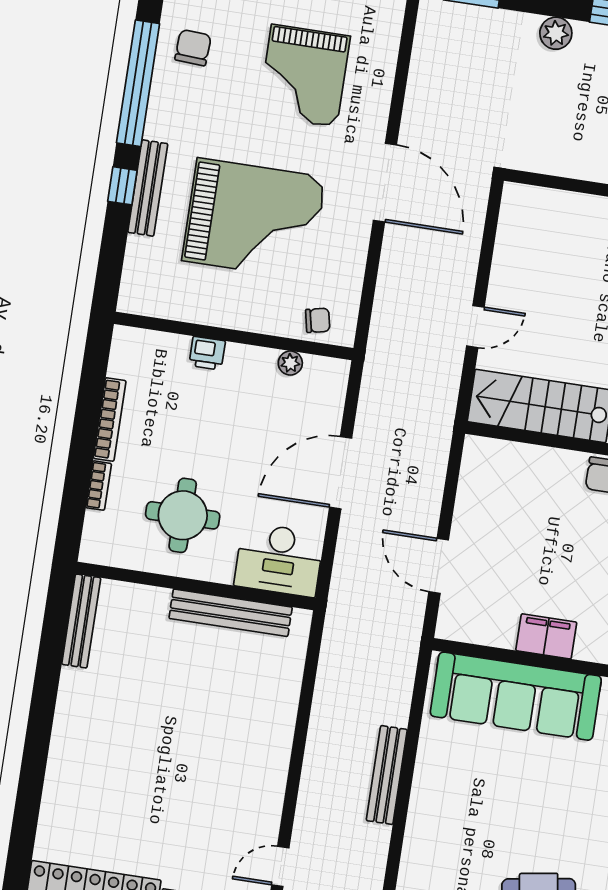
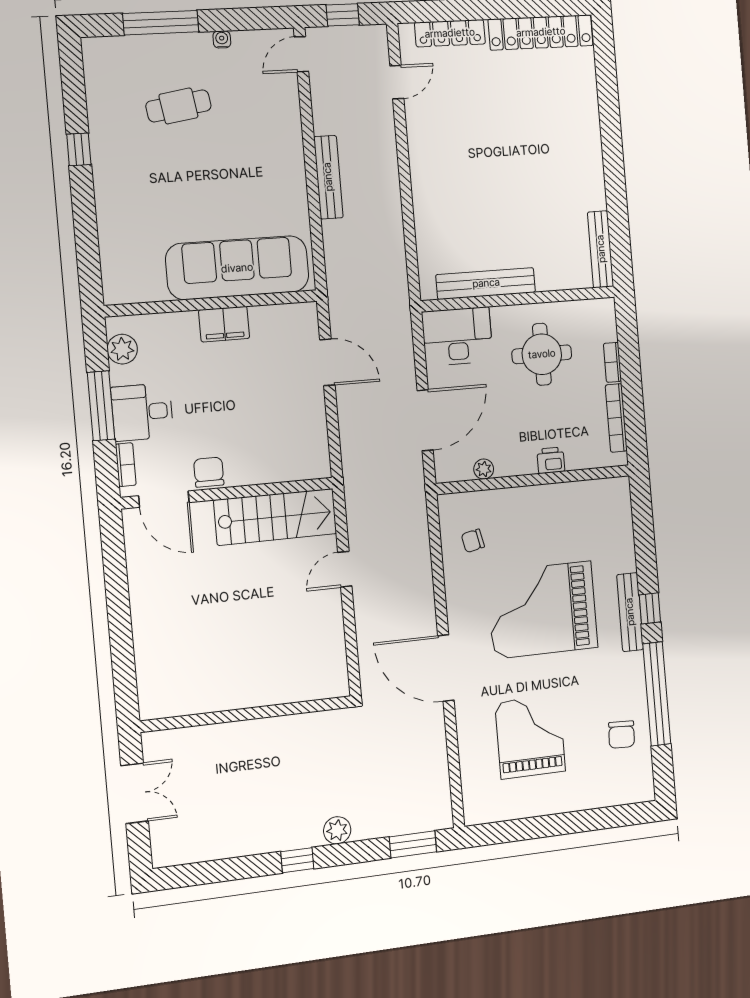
wall: (234, 336) -> (533, 480), moved
printer: (207, 353) -> (551, 460), moved
plant: (290, 363) -> (484, 469), moved

